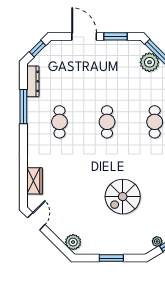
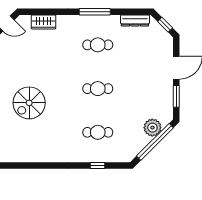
window: (23, 107) -> (95, 12), moved
spiral stairs: (123, 197) -> (29, 103), turned -90

